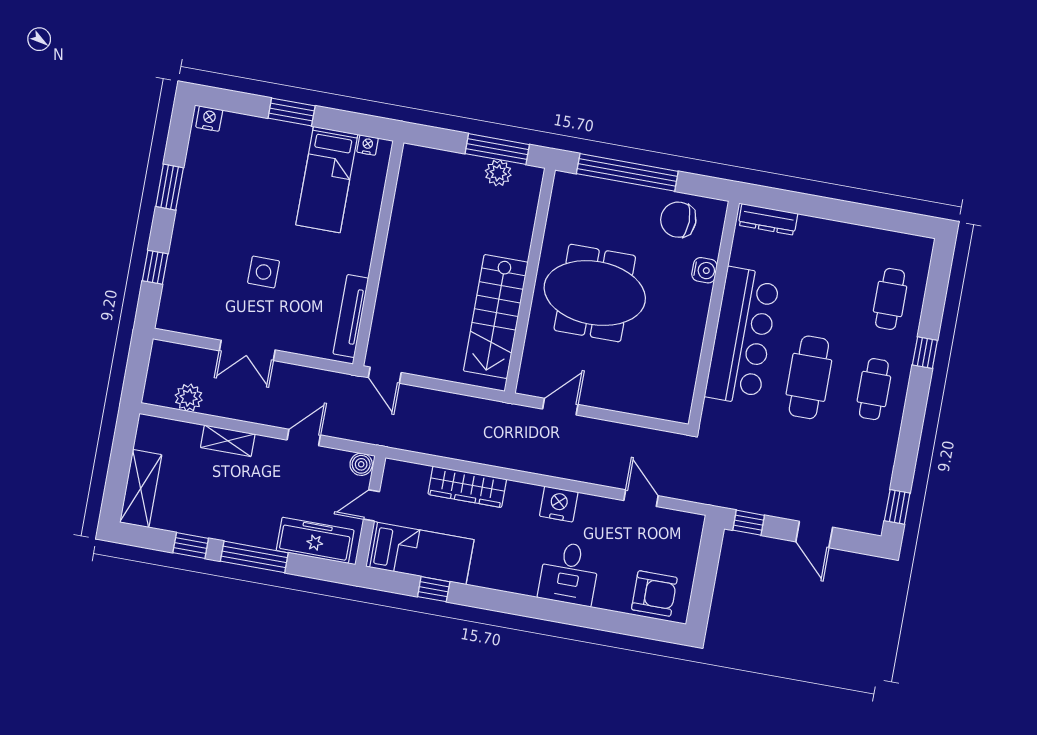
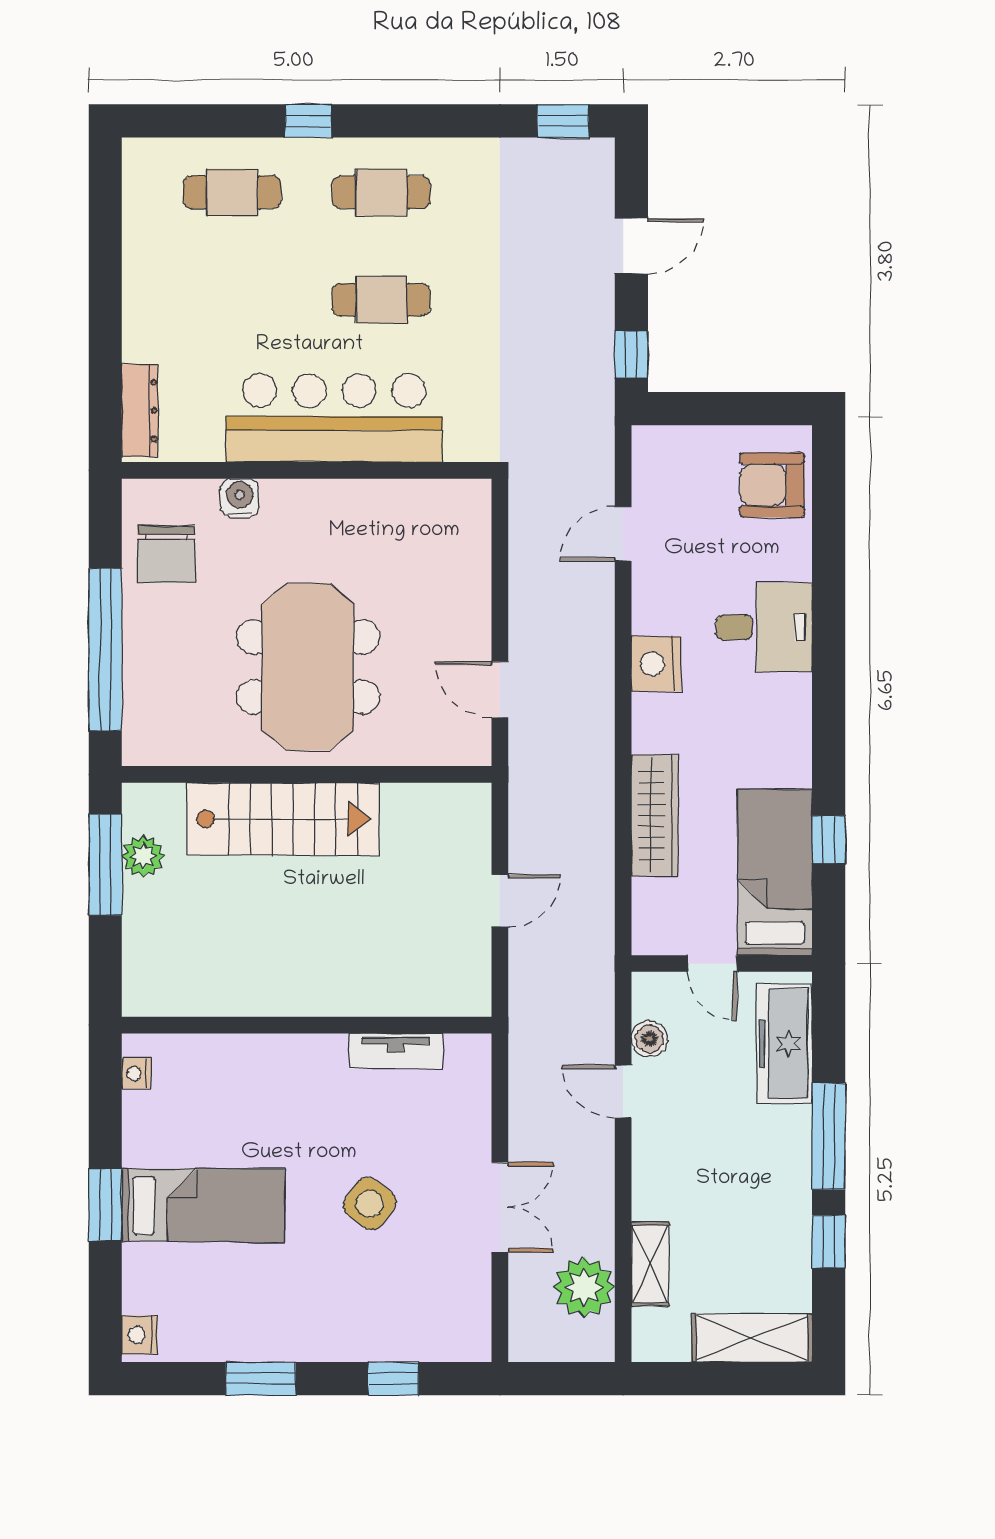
bed: (327, 180) -> (203, 1205), moved
side table: (264, 272) -> (370, 1204), turned 37
tv unit: (351, 316) -> (396, 1051), width x0.71
stairs: (496, 317) -> (283, 819), moved
door: (385, 375) -> (500, 901), moved
cafe table: (809, 377) -> (381, 300), width x0.73, depth x0.74
plant: (189, 398) -> (584, 1287), width x1.36, depth x1.36
shelving: (228, 441) -> (650, 1264), moved
boiler: (361, 464) -> (650, 1039), moved
armchair: (654, 594) -> (772, 485), turned -90

